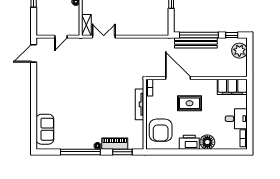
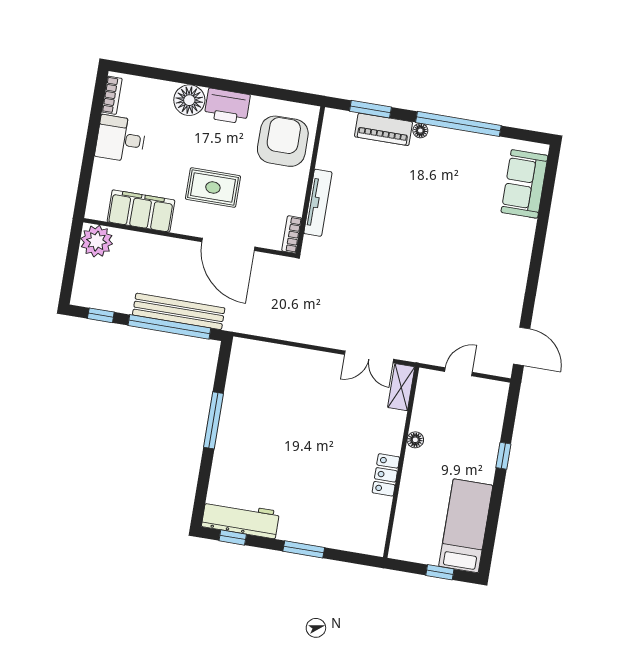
plant: (239, 51) -> (97, 241), moved
door: (34, 53) -> (522, 346), hinge flipped
filing cabinet: (232, 87) -> (141, 211), moved

